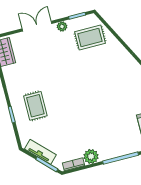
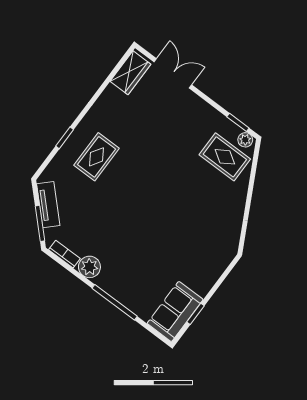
double door: (37, 26) -> (173, 73), moved
plant: (62, 26) -> (245, 140), moved

